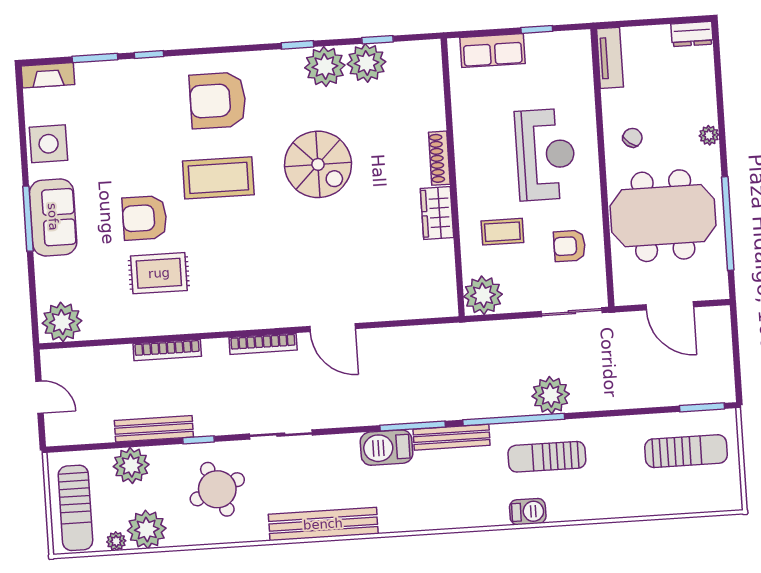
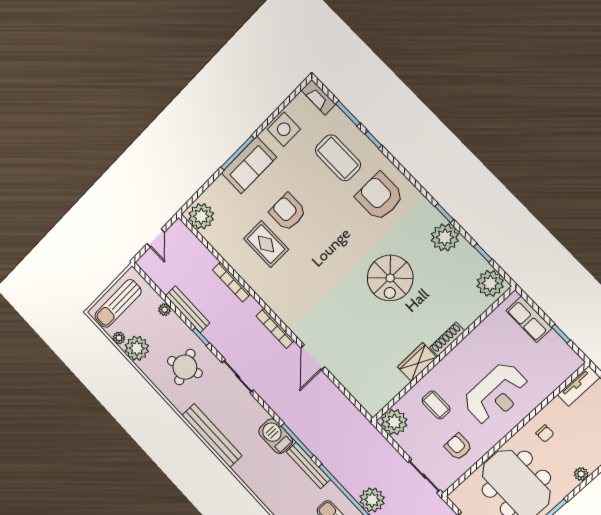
plant: (366, 63) -> (490, 283), moved
chair: (632, 138) -> (545, 433), turned 53
coffee table: (218, 178) -> (338, 158), moved
plant: (131, 465) -> (165, 310), width x0.53, depth x0.53

